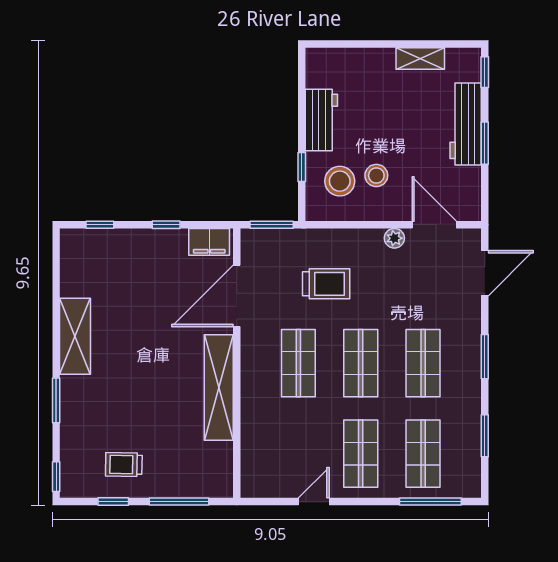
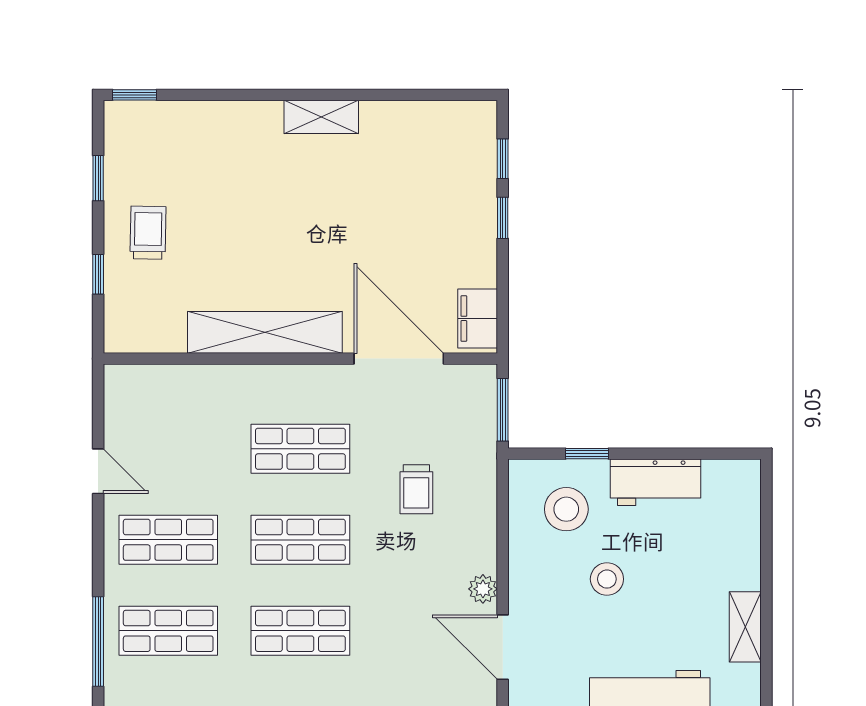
stool: (376, 175) -> (607, 579), moved
window: (166, 225) -> (503, 218), moved
door: (434, 225) -> (503, 647), swing flipped
trolley: (326, 284) -> (416, 489), width x0.73, depth x0.72
shelving: (75, 336) -> (321, 117), width x0.67, depth x0.75
window: (56, 400) -> (246, 95), removed
trolley: (124, 465) -> (148, 233), moved
window: (179, 502) -> (98, 274), width x0.46

